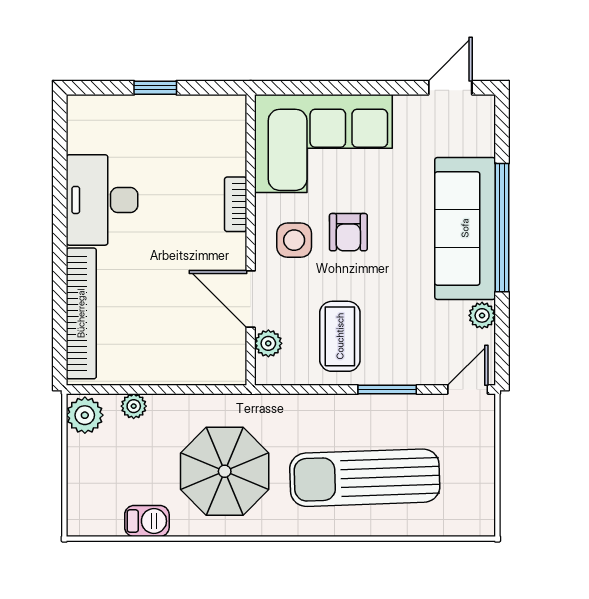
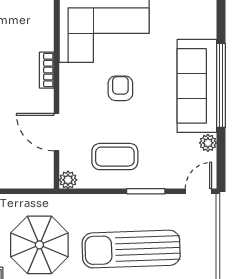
armchair: (348, 232) -> (120, 88), turned 180
side table: (294, 240) -> (85, 94), removed
coffee table: (340, 336) -> (115, 157), turned 90
plant: (268, 343) -> (68, 180), moved

